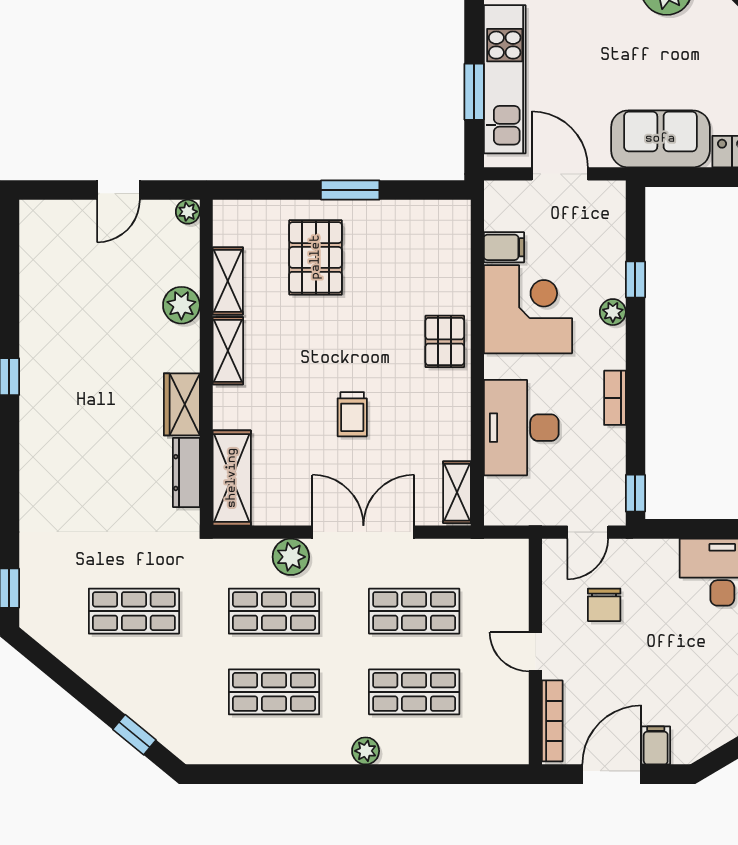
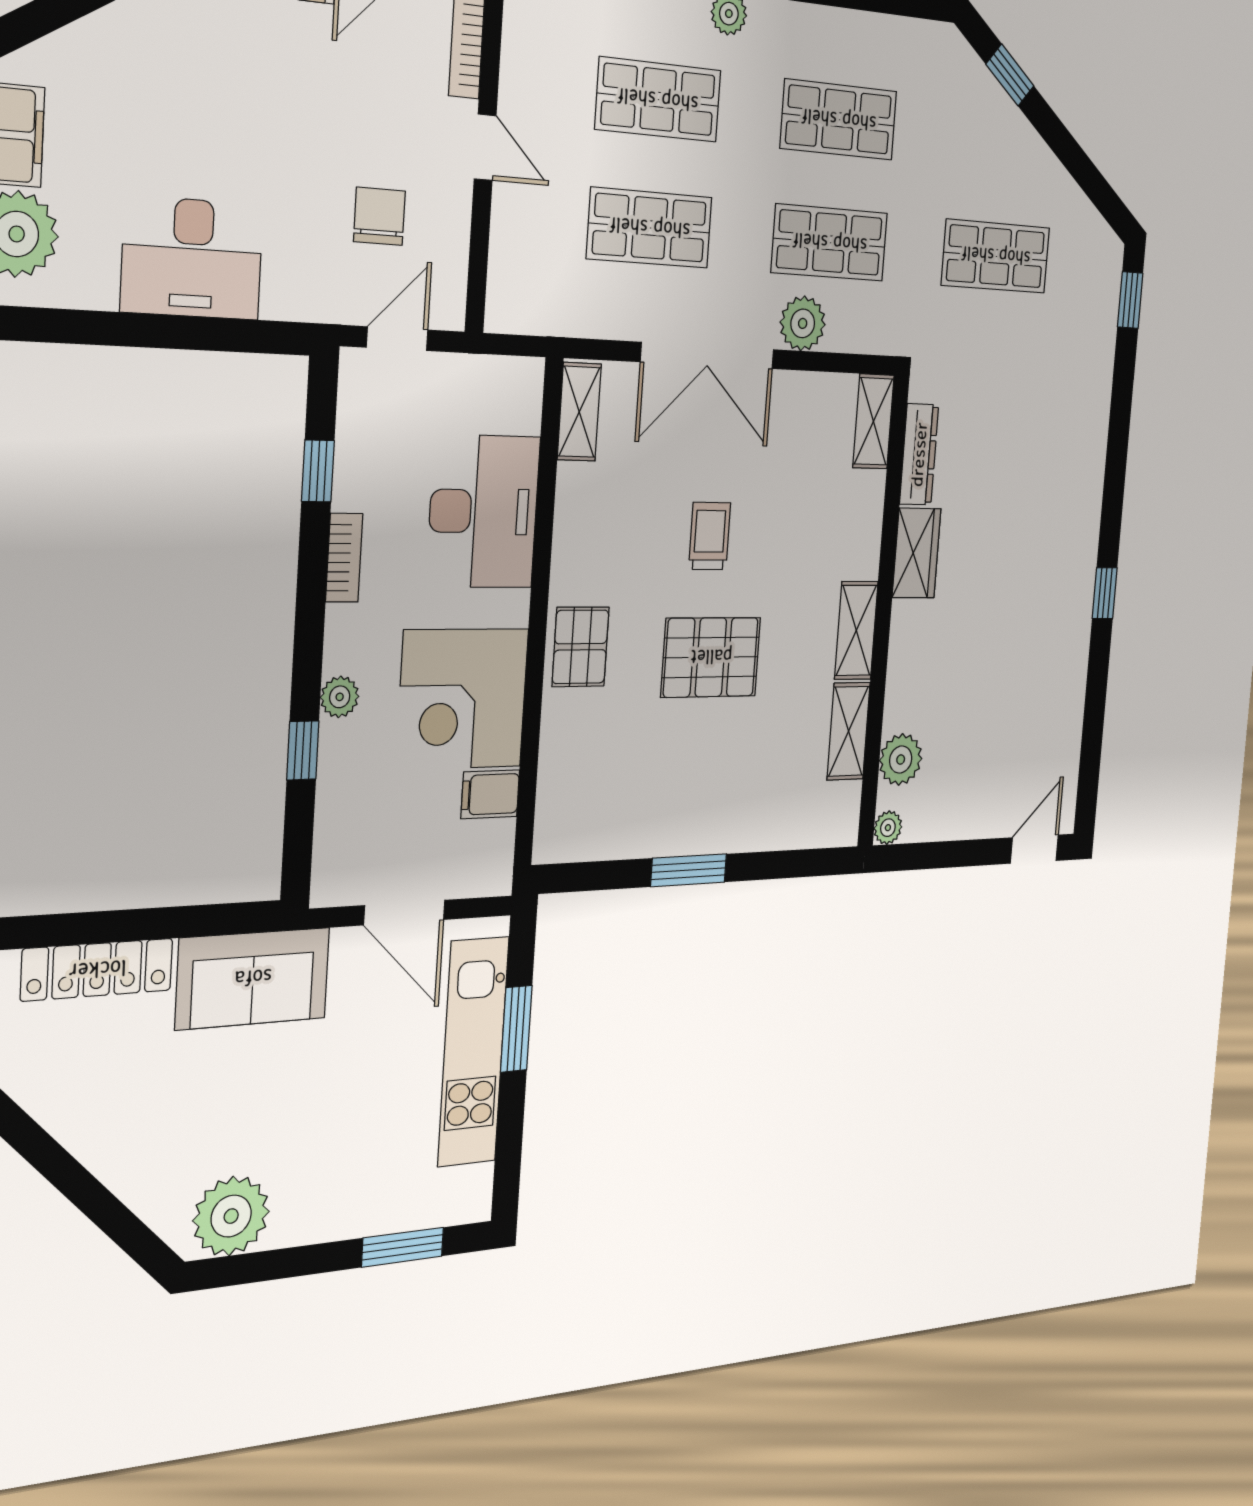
door: (118, 190) -> (1034, 849), moved
pallet: (316, 257) -> (711, 657), moved, turned 90
plant: (181, 305) -> (901, 760), moved
shelving: (232, 478) -> (873, 421), width x0.67, depth x0.75
window: (635, 493) -> (318, 471), moved

